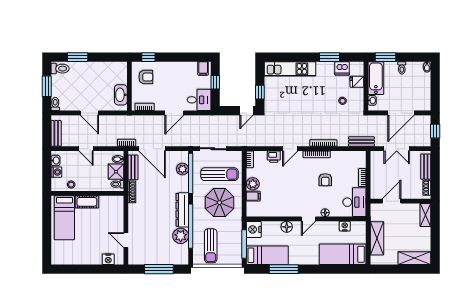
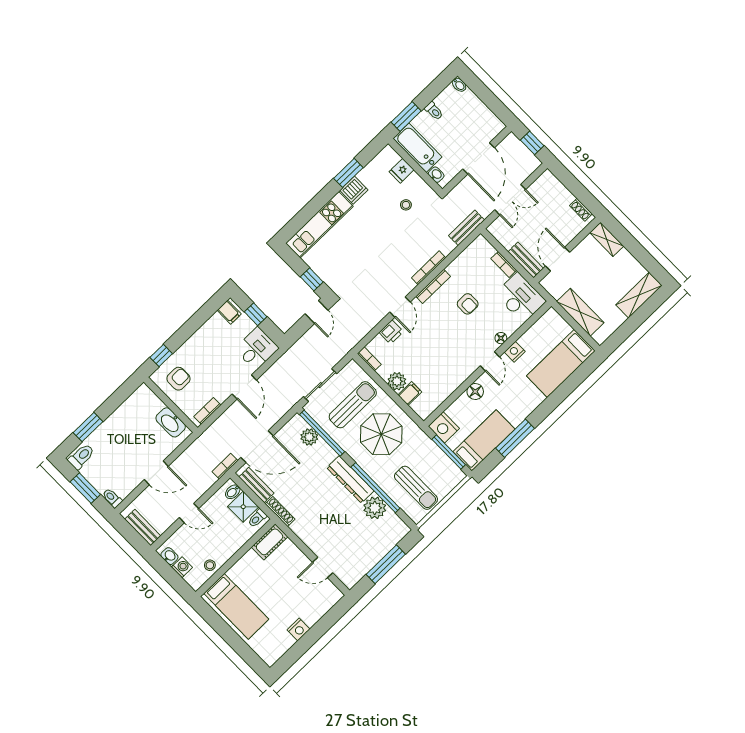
dishwasher: (342, 68) -> (354, 190), moved
bench: (426, 167) -> (526, 260), moved
cot: (87, 202) -> (270, 542), moved
nightstand: (345, 226) -> (515, 352), moved
nightstand: (108, 259) -> (298, 629), moved

